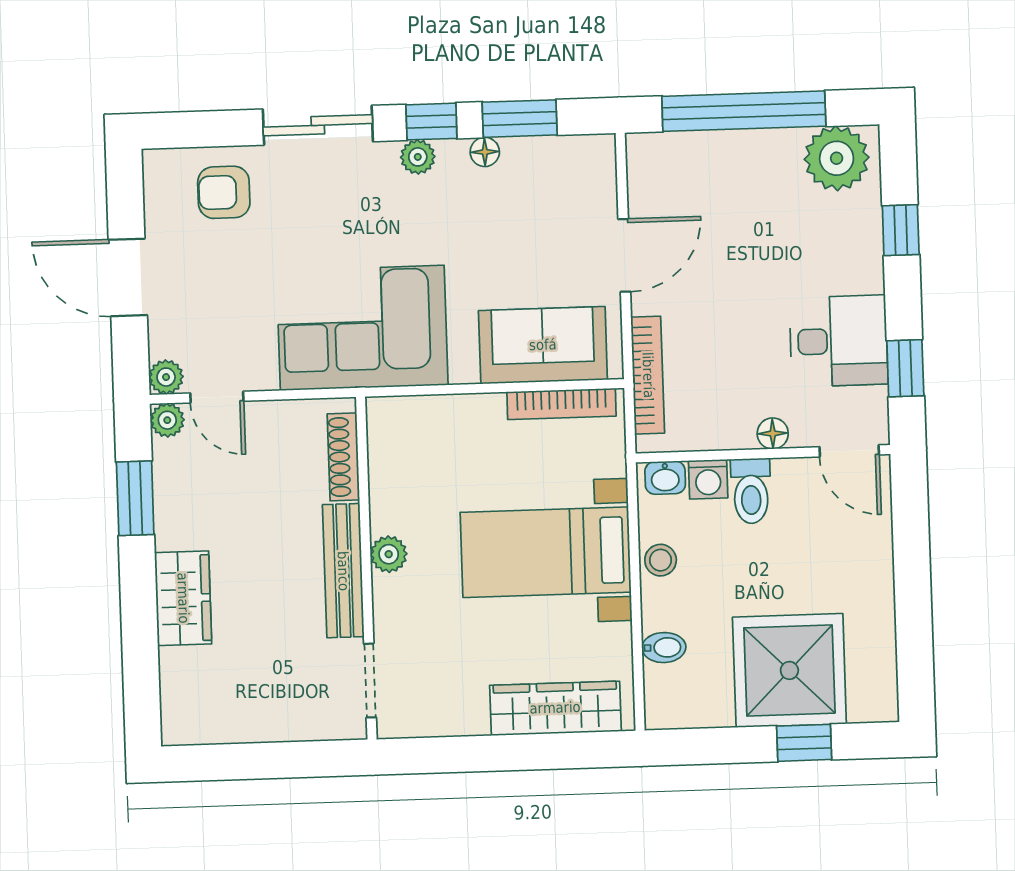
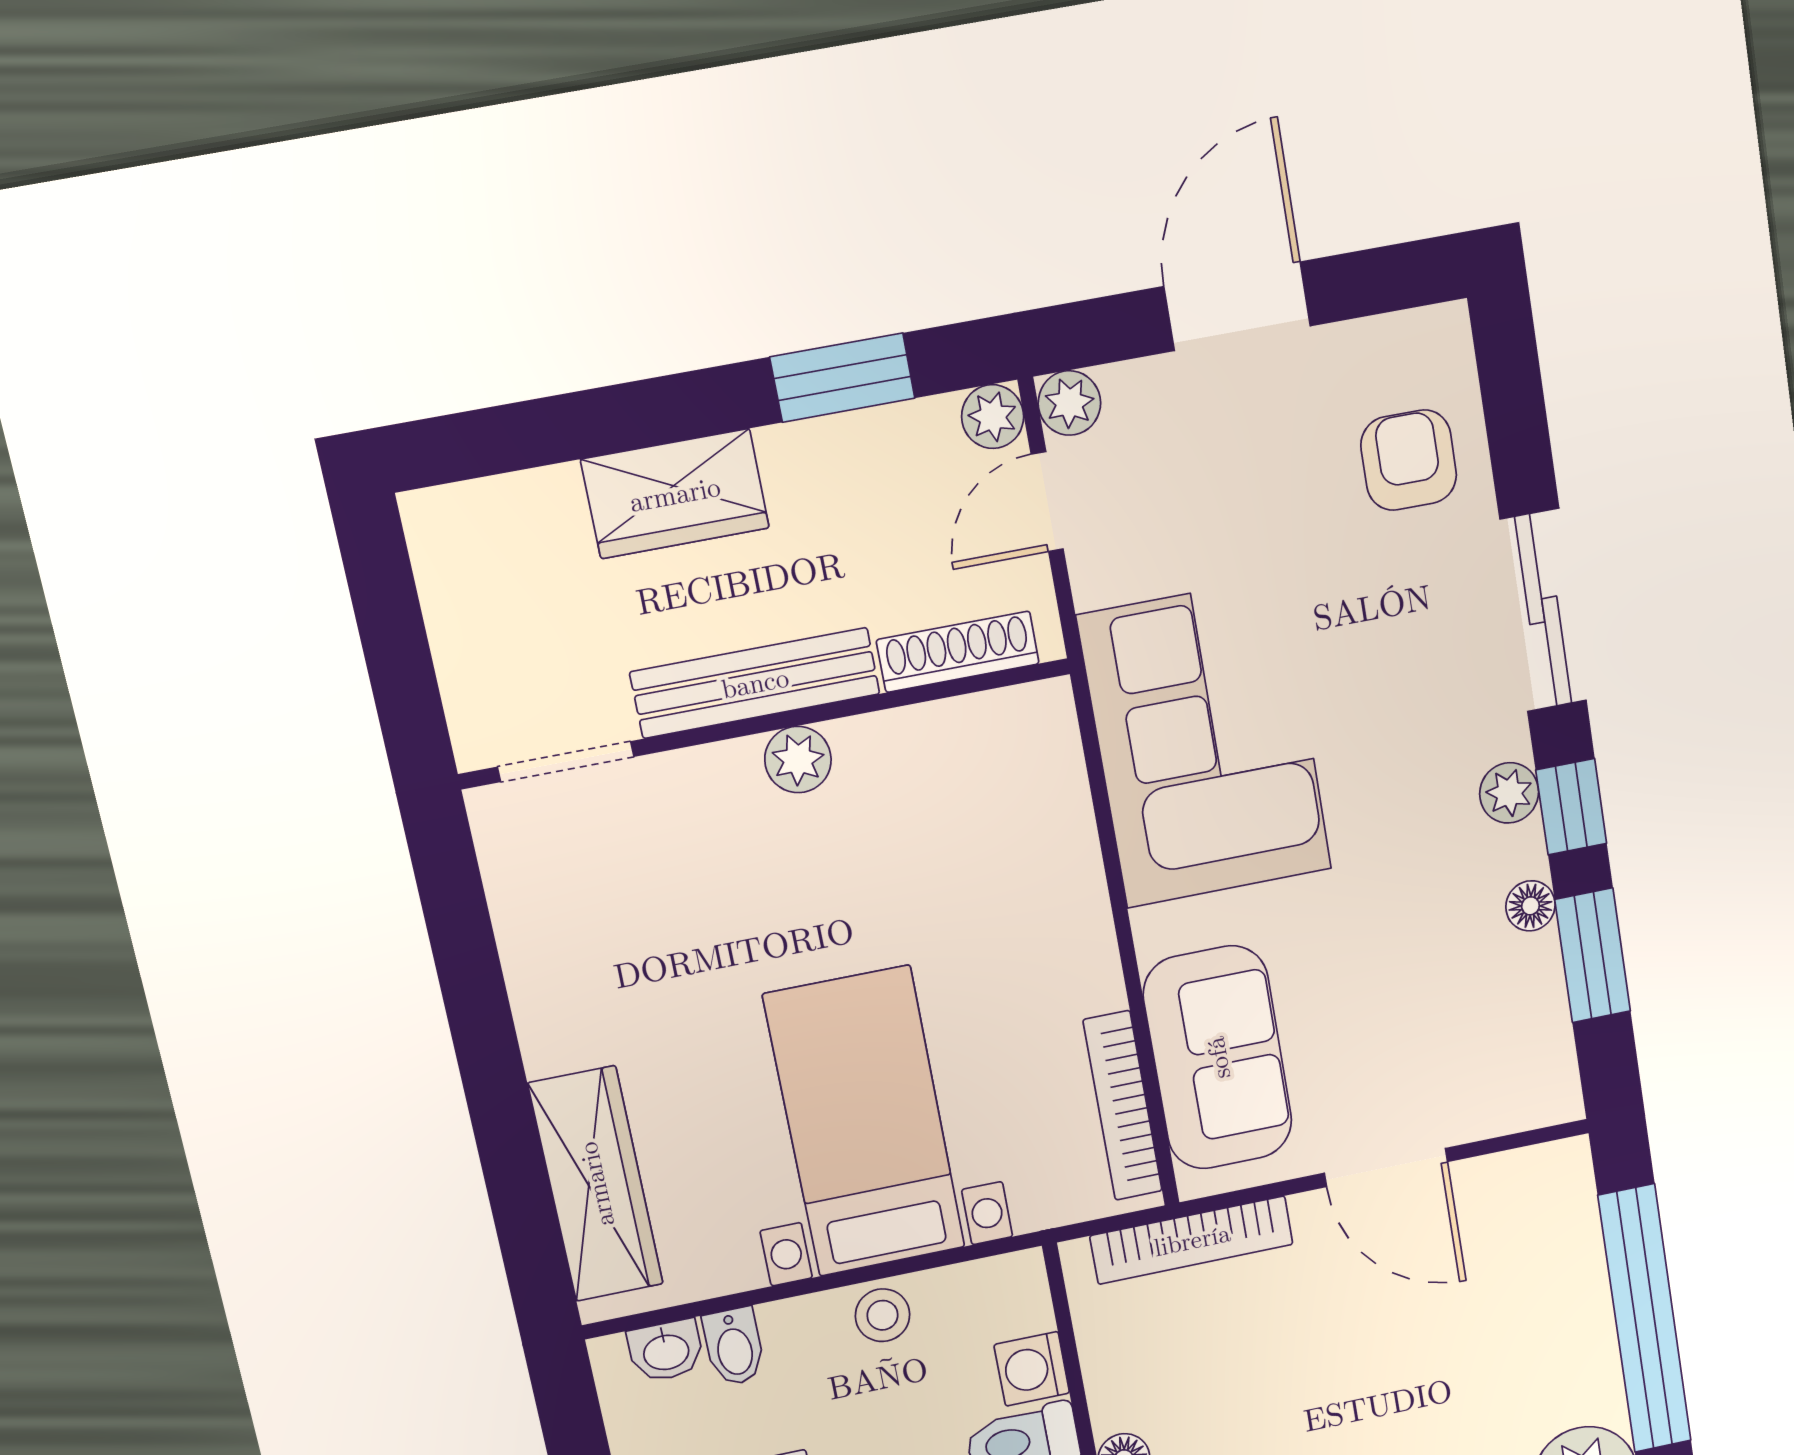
shoe rack: (343, 457) -> (958, 652), moved
washbasin: (665, 478) -> (666, 1351), moved, turned -90
plant: (389, 554) -> (798, 760), moved
wall: (366, 568) -> (767, 724), moved
bench: (343, 571) -> (755, 683), moved
doorway: (370, 681) -> (566, 762), moved

